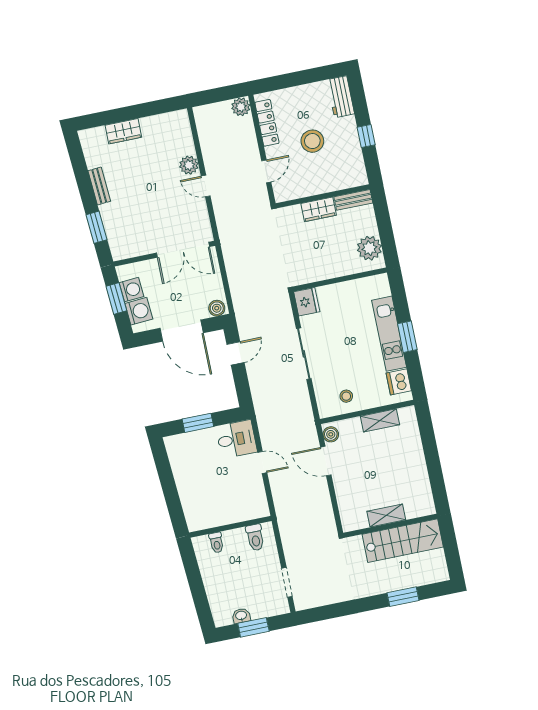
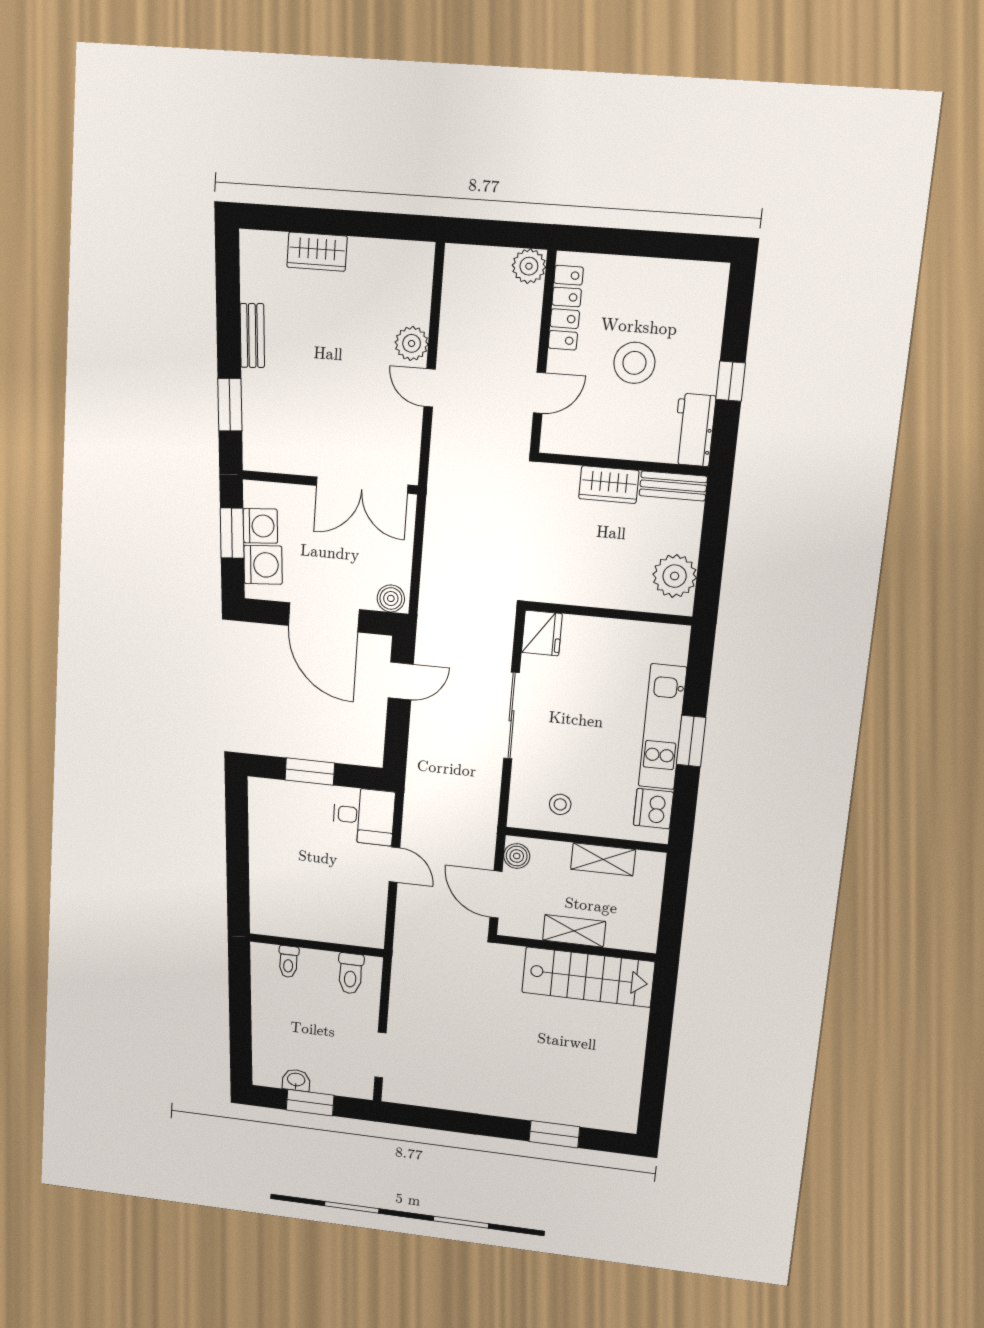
workbench: (341, 97) -> (694, 430), moved
shelving: (386, 516) -> (574, 931), moved
wall: (390, 526) -> (576, 948), moved
stairs: (403, 541) -> (588, 977), moved

